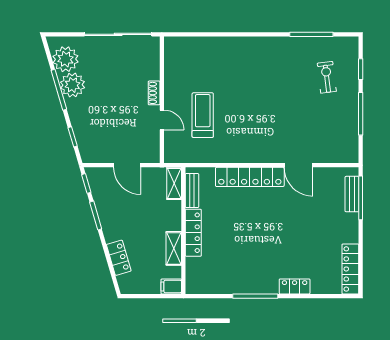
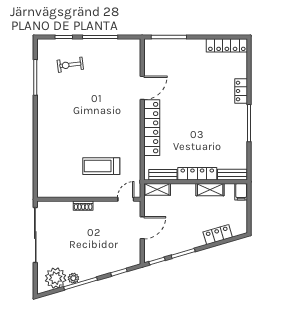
plant: (72, 85) -> (73, 278), width x0.53, depth x0.53
door: (162, 120) -> (126, 199), moved
bench: (352, 194) -> (232, 175), moved

